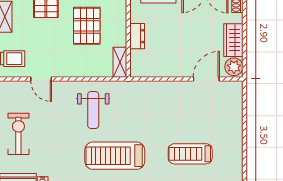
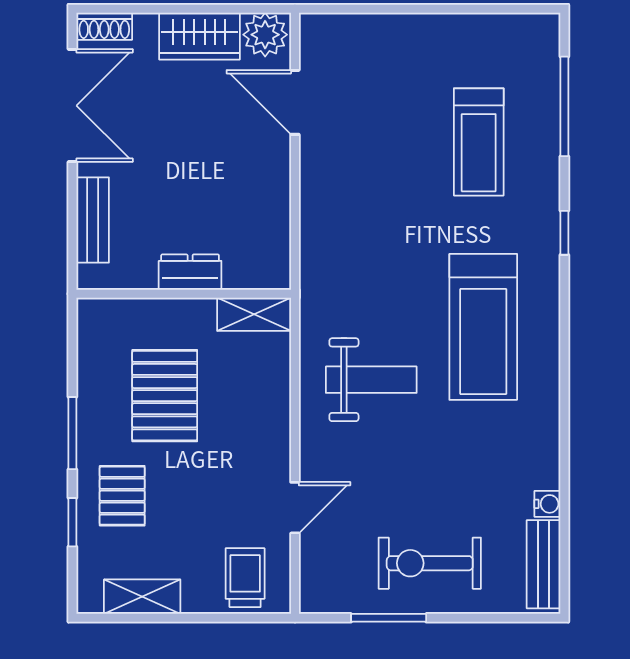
pallet: (87, 26) -> (165, 396), turned 90

